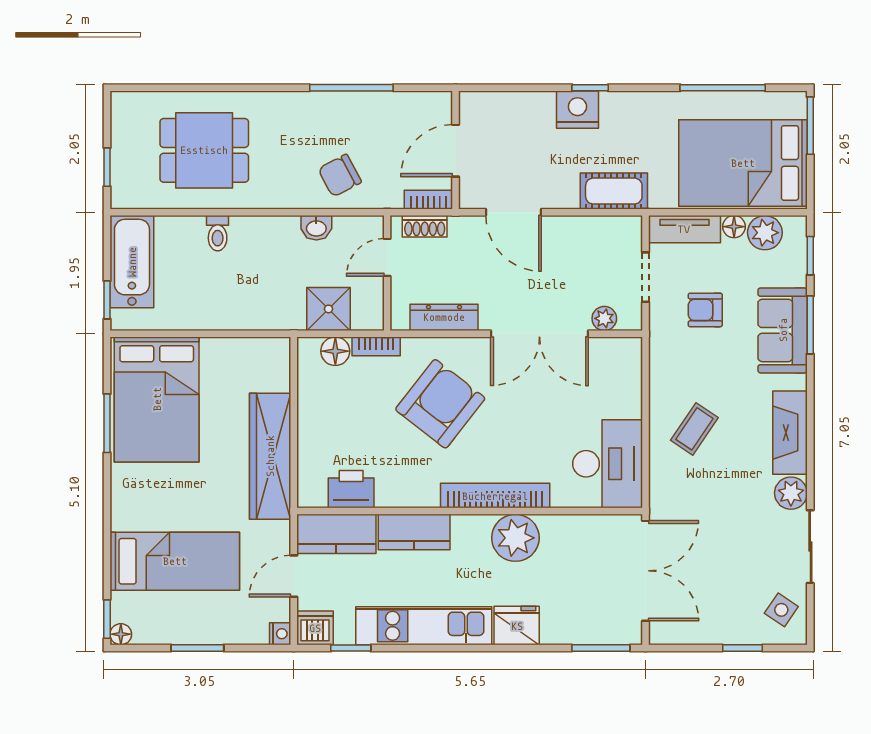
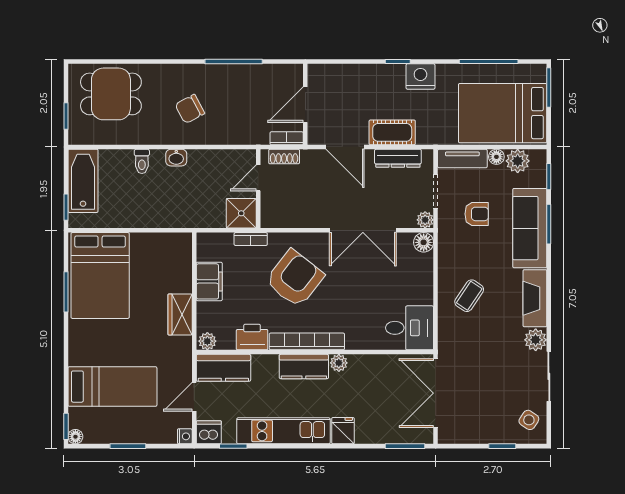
nightstand: (577, 110) -> (420, 76), moved
dining table: (204, 150) -> (111, 94), moved
chair: (340, 176) -> (190, 109), moved
cot: (614, 191) -> (392, 132), moved
washbasin: (316, 228) -> (176, 158), moved
shower: (329, 309) -> (241, 213), moved
armchair: (705, 310) -> (477, 214), turned 180
dresser: (444, 317) -> (398, 158), moved, turned 180
plant: (604, 318) -> (425, 220), moved
sofa: (783, 330) -> (530, 228), width x1.36
floor lamp: (335, 351) -> (424, 242), moved
filing cabinet: (316, 408) -> (209, 281), added
wardrobe: (270, 456) -> (180, 314), width x0.48, depth x0.85
desk: (608, 464) -> (410, 328), width x0.73
printer: (351, 489) -> (252, 337), moved
plant: (313, 495) -> (207, 341), added
bookcase: (495, 496) -> (307, 341), moved
kitchen counter: (414, 532) -> (304, 367), moved
plant: (515, 538) -> (339, 363), width x0.53, depth x0.53
double door: (645, 571) -> (436, 393), swing flipped
fridge: (517, 626) -> (343, 431), width x0.72

